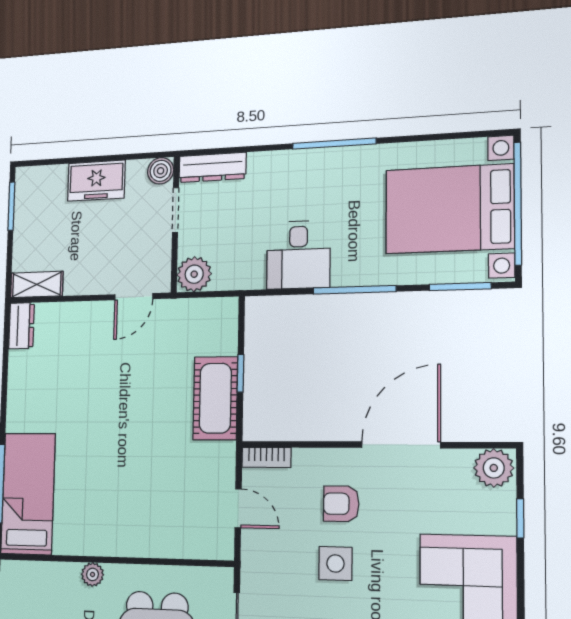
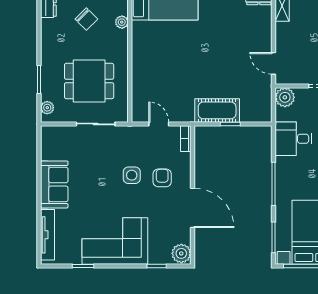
desk: (298, 255) -> (293, 139), moved
door: (238, 508) -> (159, 124), swing flipped
plant: (93, 574) -> (122, 22), moved

